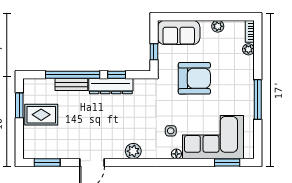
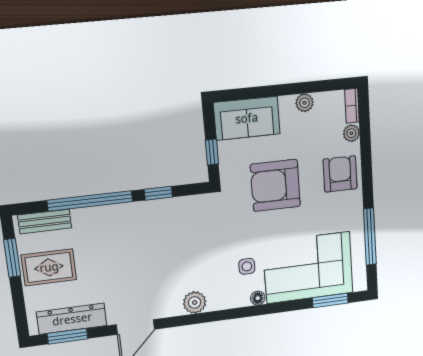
armchair: (239, 76) -> (340, 174), added
armchair: (194, 78) -> (275, 185), turned 180
bench: (71, 84) -> (45, 222), moved
dresser: (111, 86) -> (72, 319), moved, turned 180
window: (258, 99) -> (370, 237), moved

